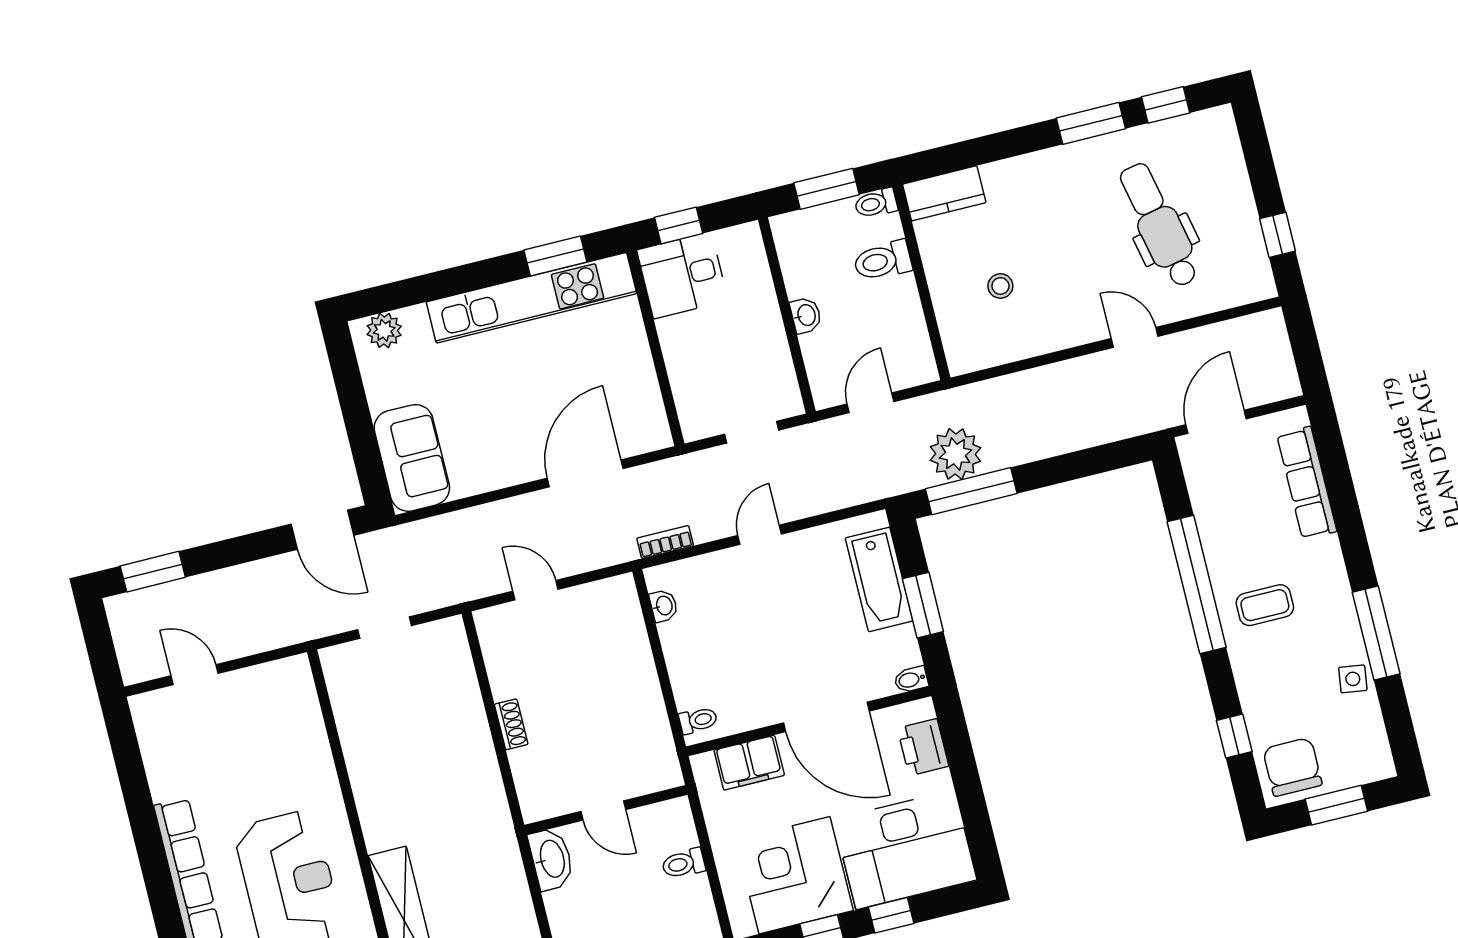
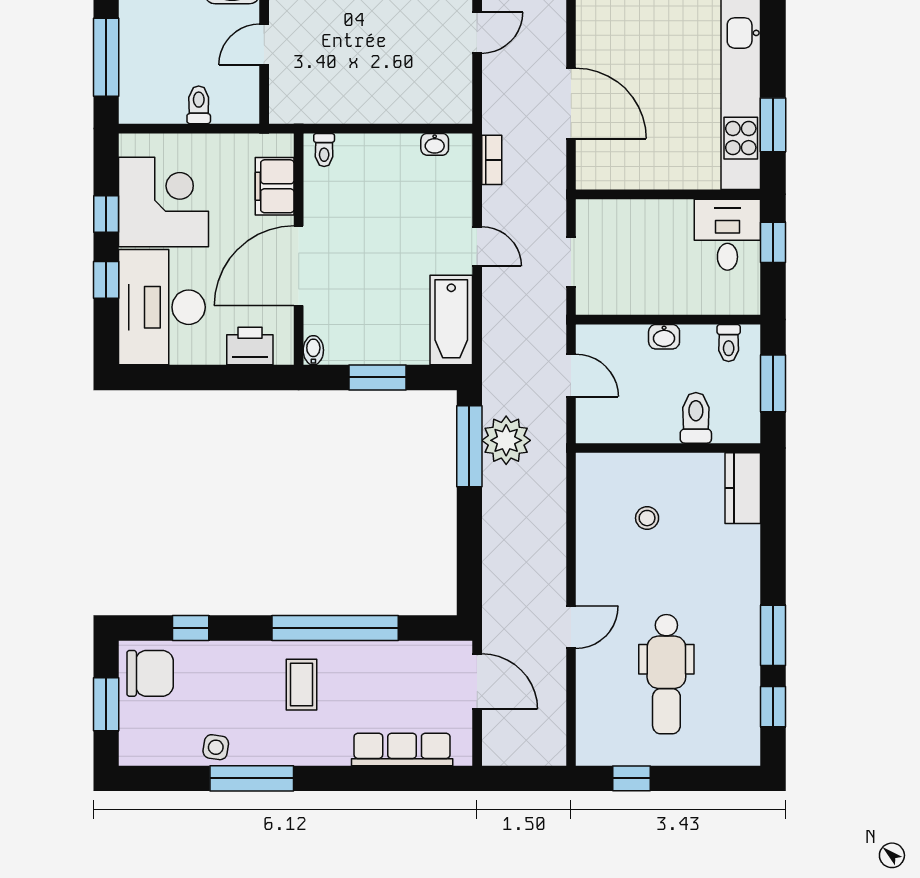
toilet: (876, 203) -> (729, 343), moved, turned 180
dental chair: (1159, 225) -> (666, 674), turned 102
bathtub: (879, 579) -> (451, 320), moved, turned -90

